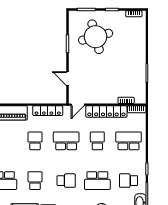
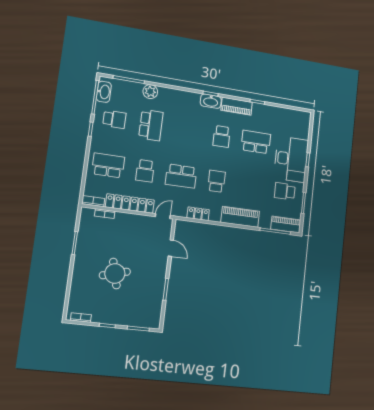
round table: (96, 37) -> (115, 274), moved, width x0.73, depth x0.73
locker: (48, 111) -> (198, 214), width x0.66
school desk: (35, 141) -> (216, 181), turned 180
school desk: (129, 141) -> (108, 165), turned 180
school desk: (66, 181) -> (187, 131), removed
school desk: (97, 181) -> (151, 125), turned 90

